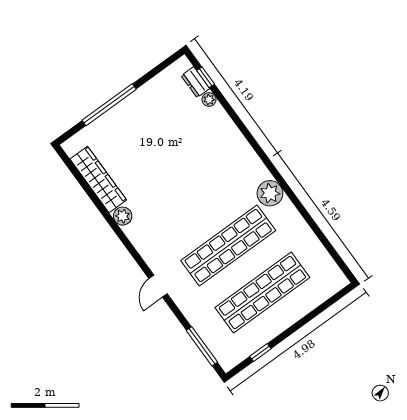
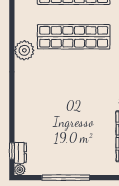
plant: (209, 100) -> (20, 170), moved
window: (109, 105) -> (66, 178), moved

